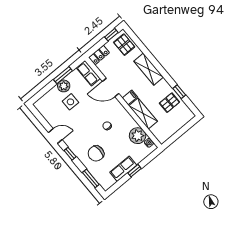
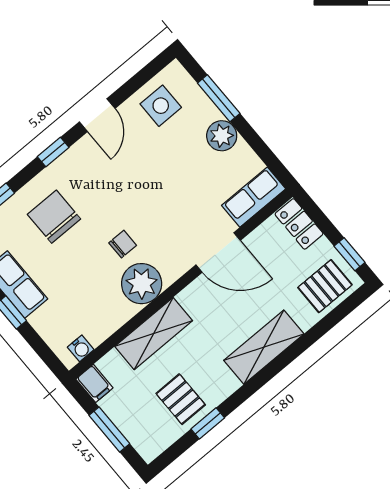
window: (63, 75) -> (219, 98), moved
door: (111, 87) -> (218, 253), swing flipped
filing cabinet: (130, 97) -> (94, 383), moved
side table: (70, 102) -> (161, 106), moved
window: (182, 131) -> (109, 429), added
plant: (138, 136) -> (142, 284), moved

